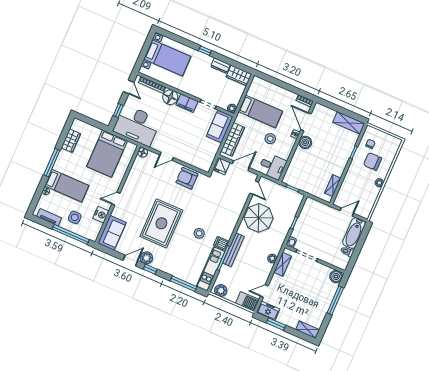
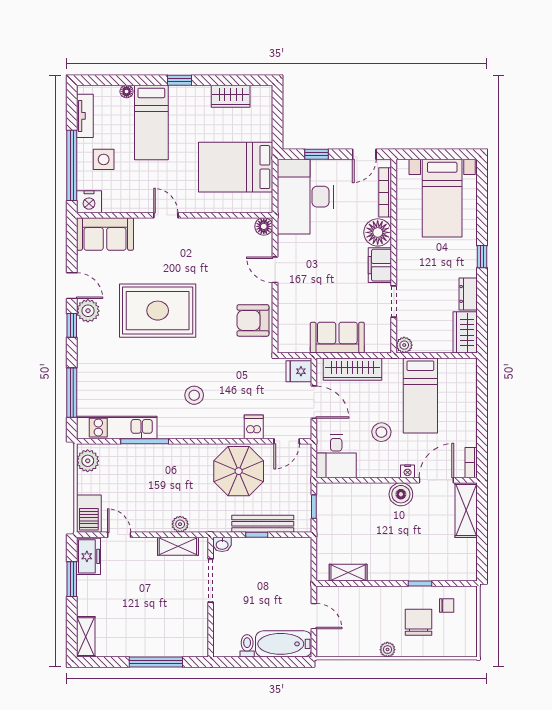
shelving: (349, 123) -> (466, 510), moved
sofa: (220, 126) -> (337, 338), moved
window: (52, 163) -> (179, 80), width x0.46
armchair: (187, 178) -> (253, 320), turned -90
nightstand: (101, 215) -> (89, 202), moved
stool: (199, 233) -> (194, 395), moved
dishwasher: (221, 243) -> (254, 427), moved
bench: (233, 250) -> (263, 524), moved
boiler: (336, 276) -> (197, 646), removed

